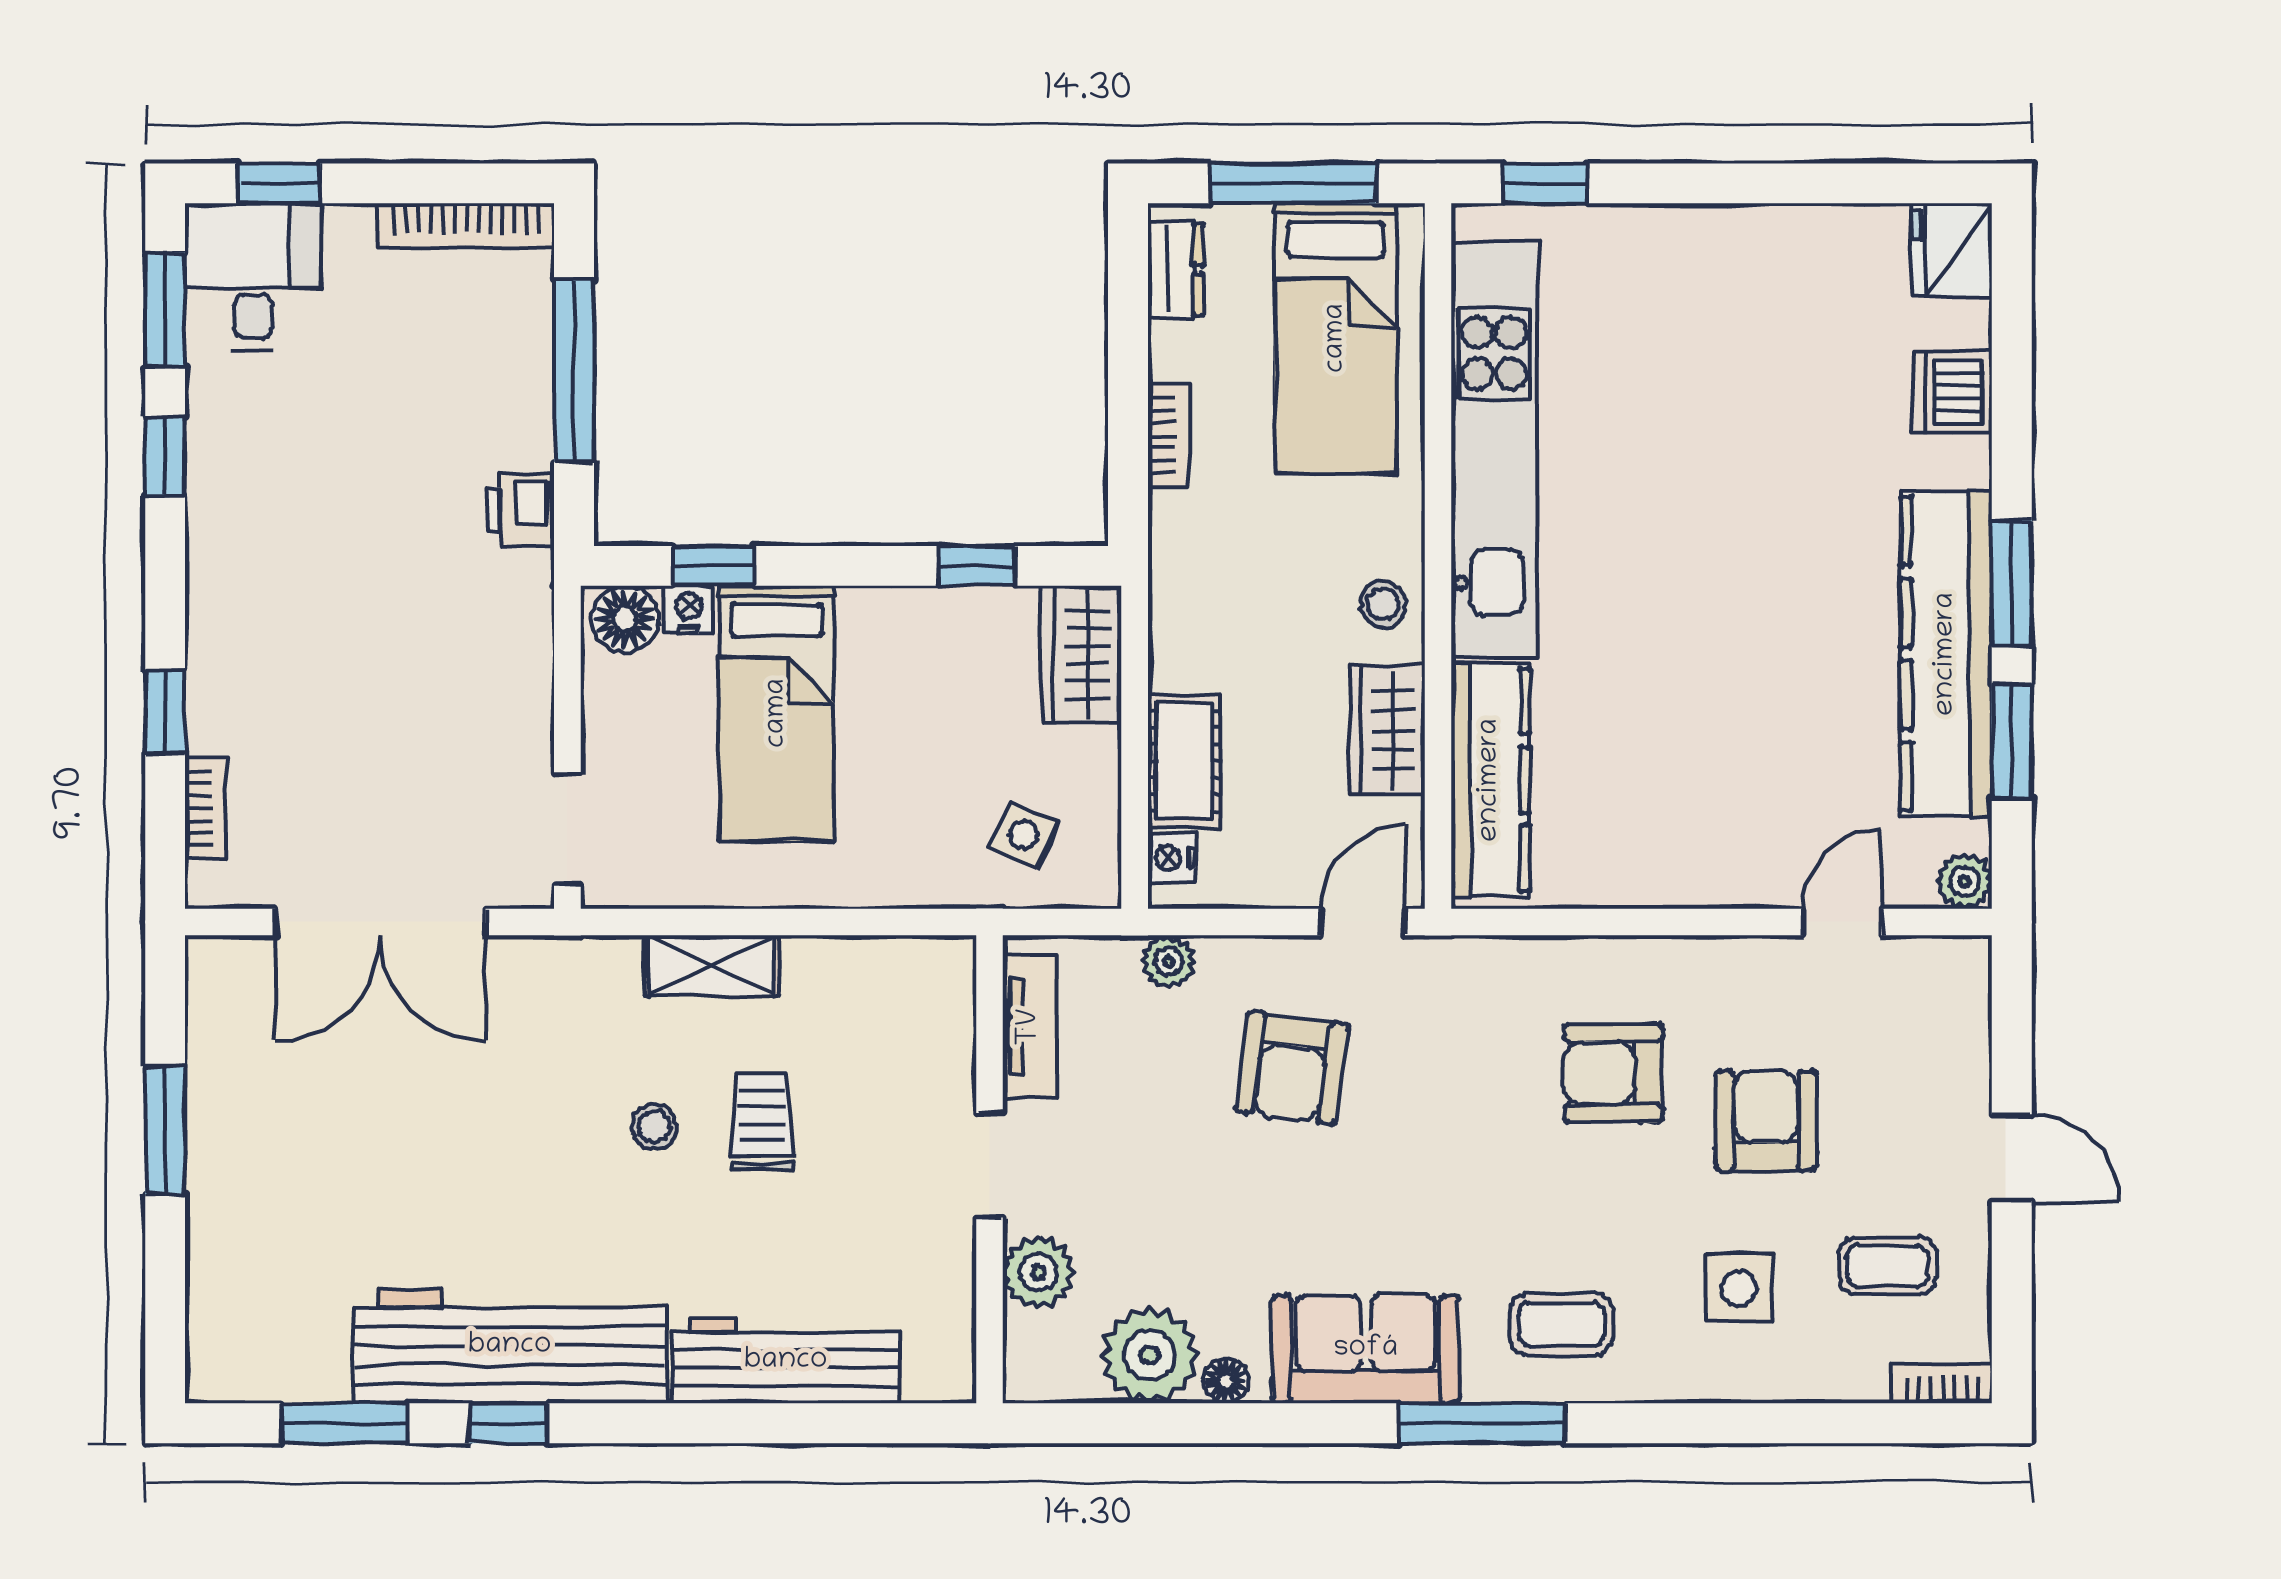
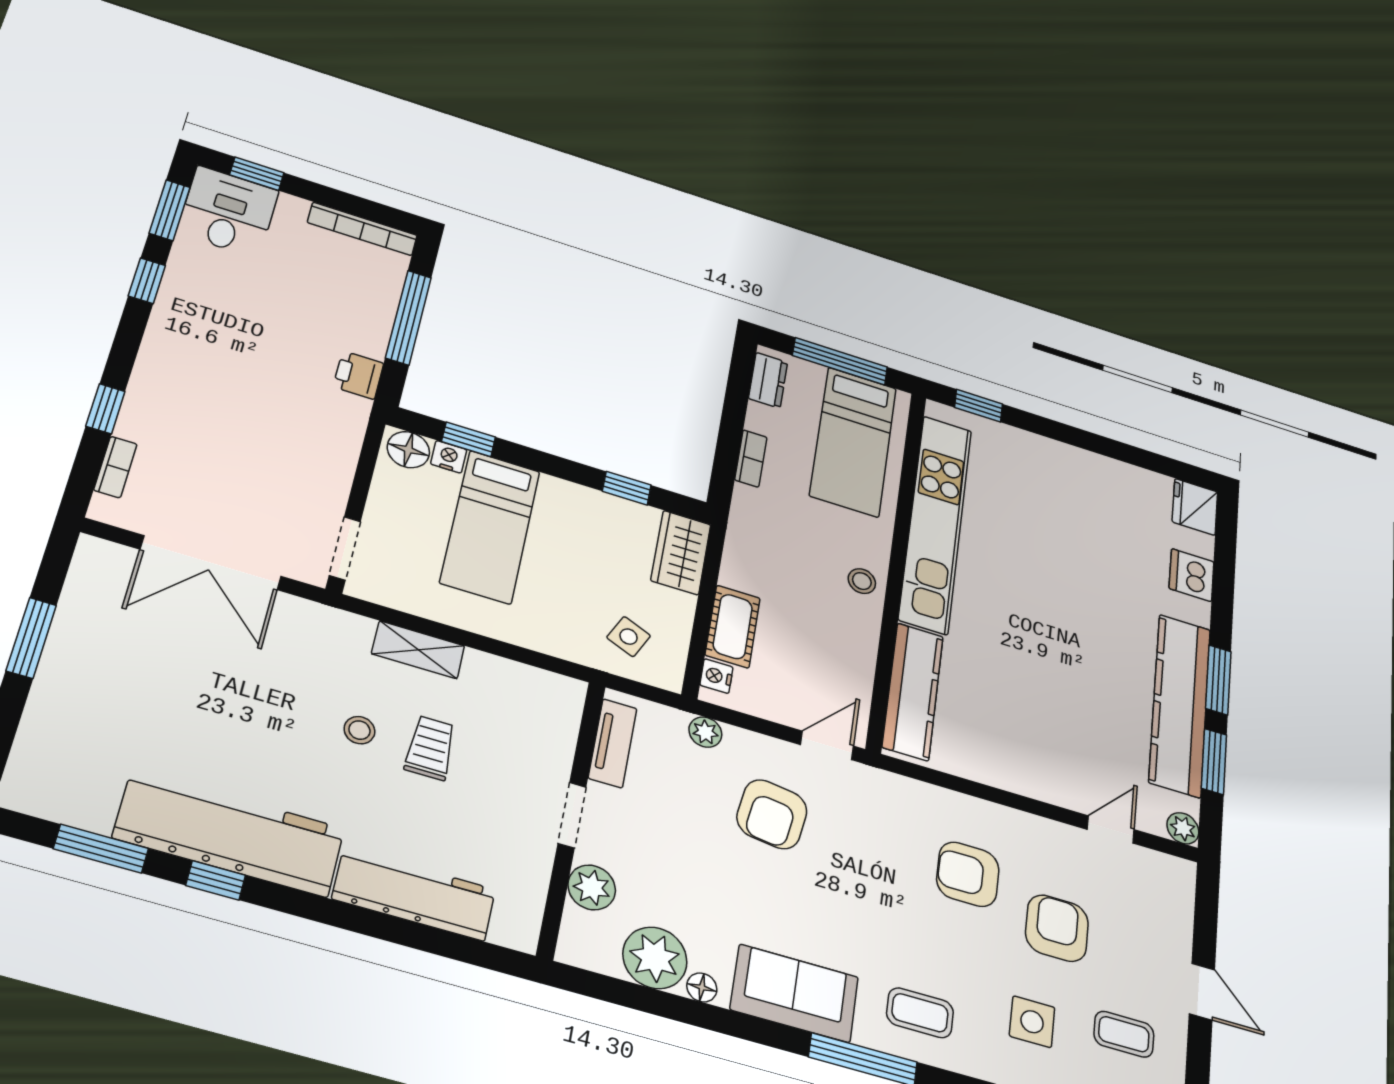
wardrobe: (1387, 730) -> (856, 647), removed

